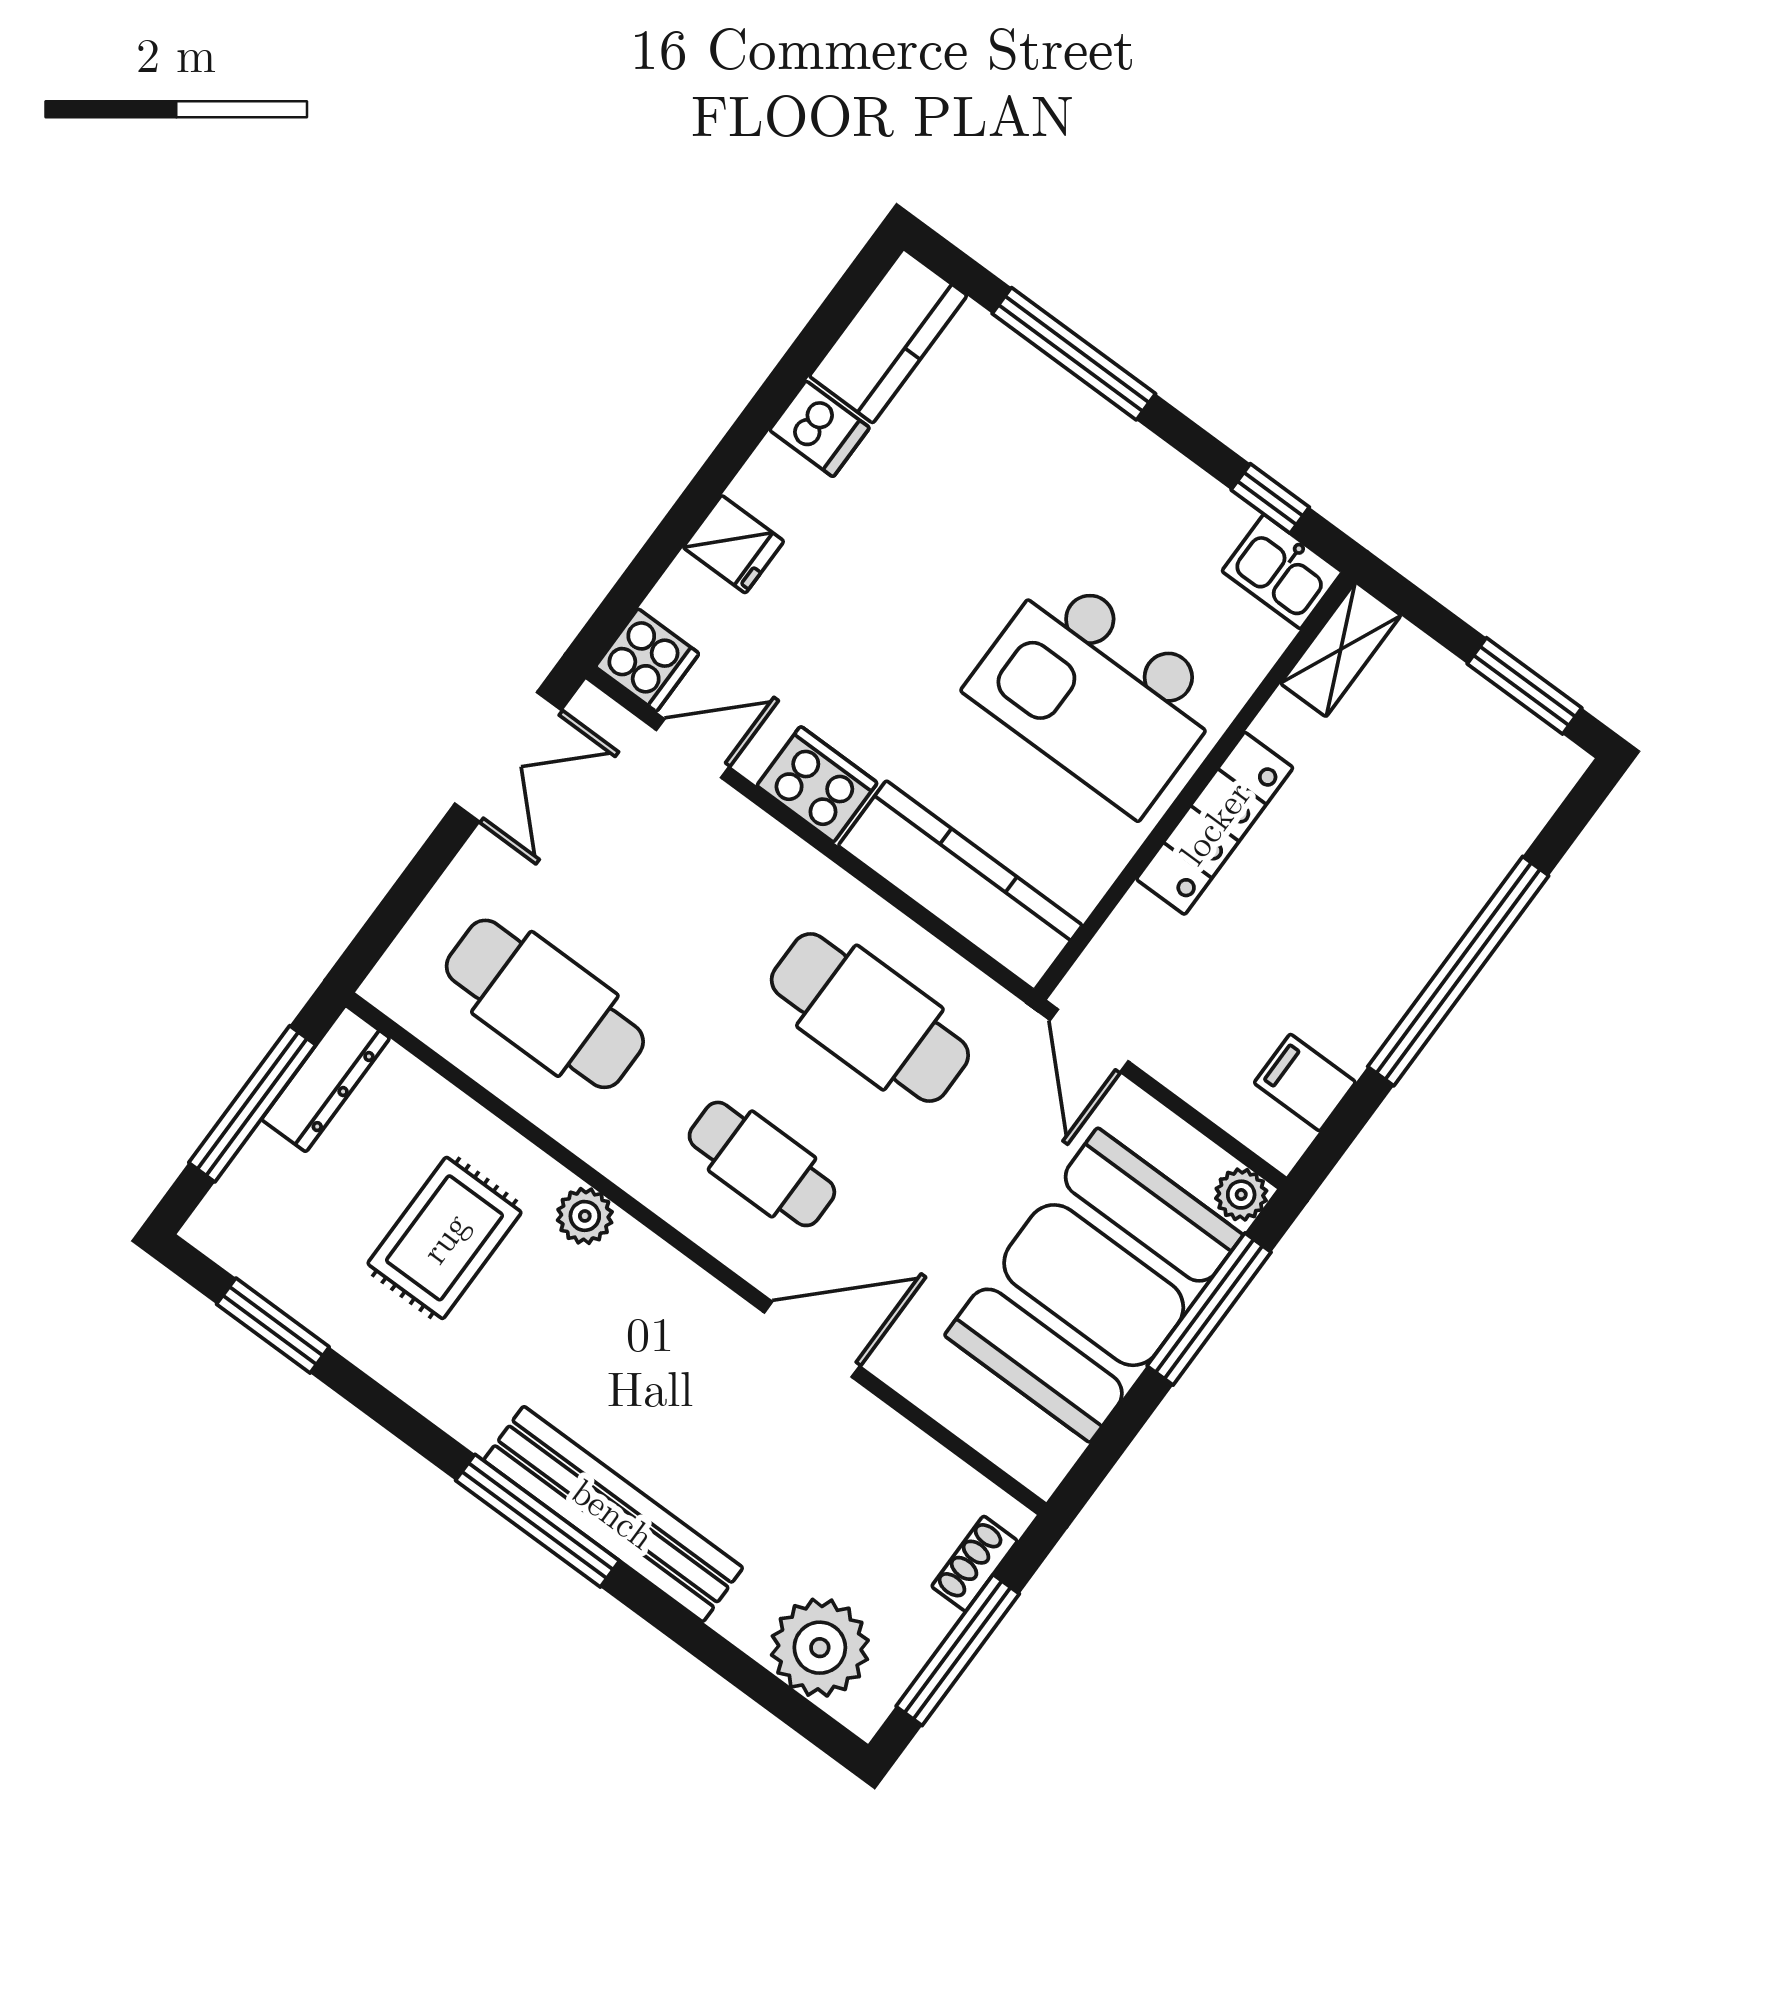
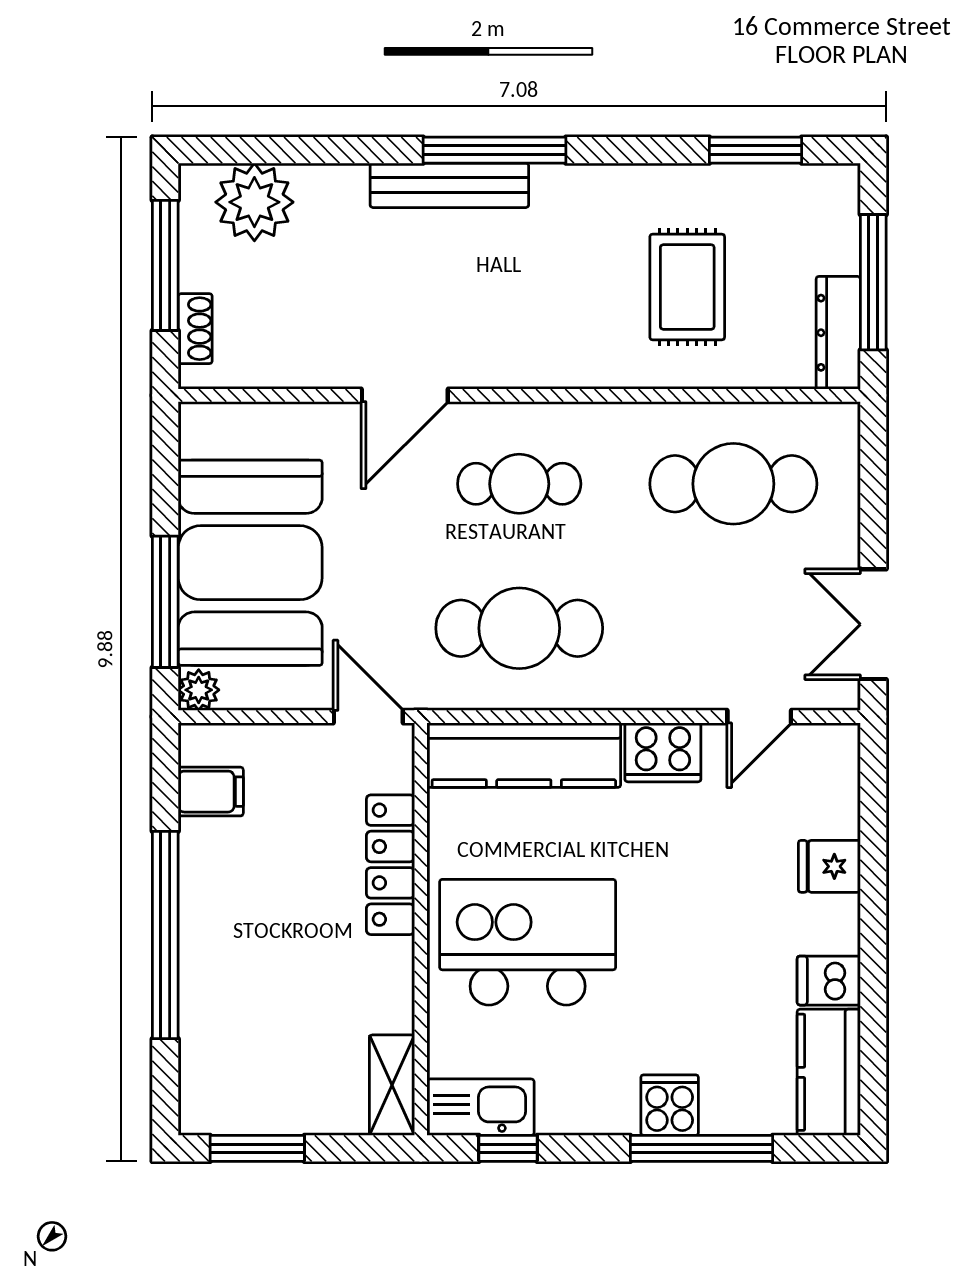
kitchen sink: (1282, 572) -> (481, 1107), width x1.38
cooker: (647, 660) -> (670, 1105), moved, turned 90
locker: (1215, 823) -> (390, 865), moved
plant: (585, 1216) -> (608, 367), removed
bench: (613, 1514) -> (449, 185), width x0.73, depth x0.82

